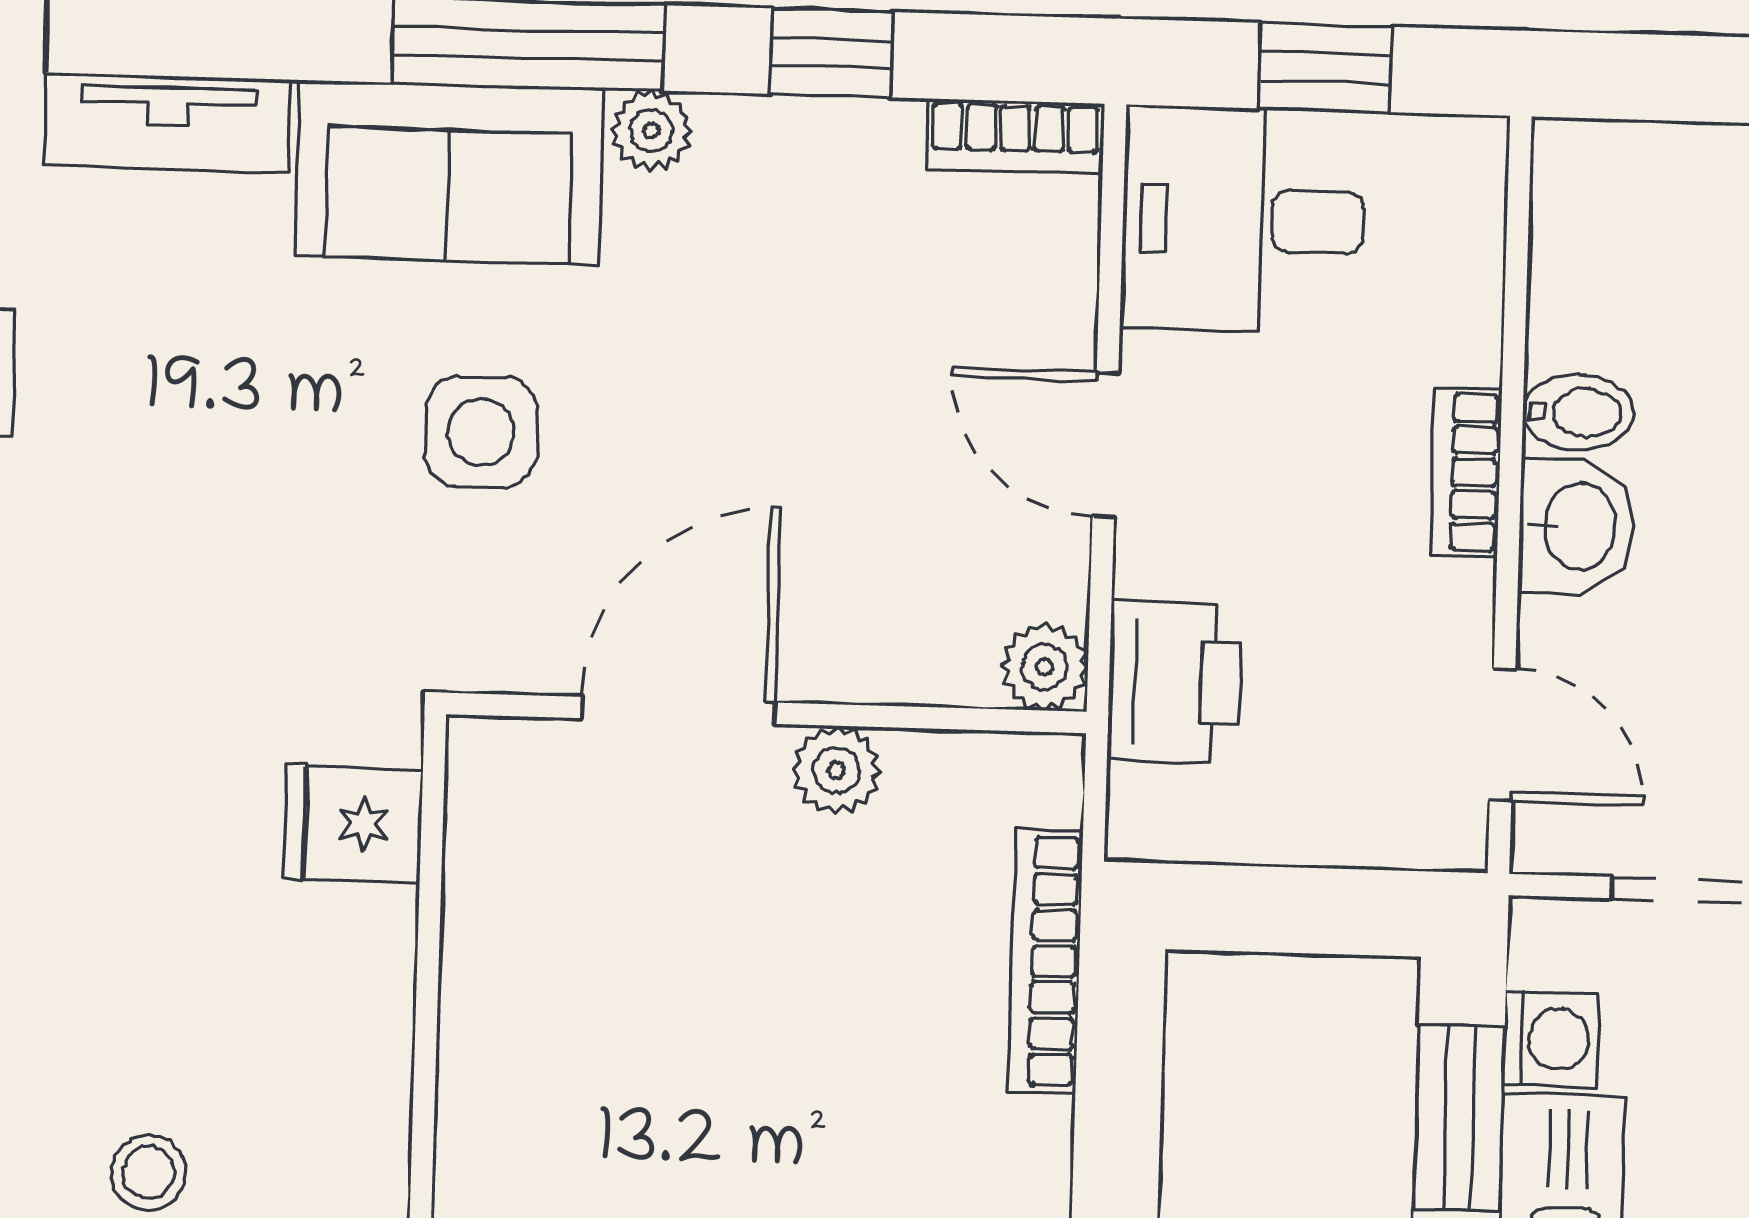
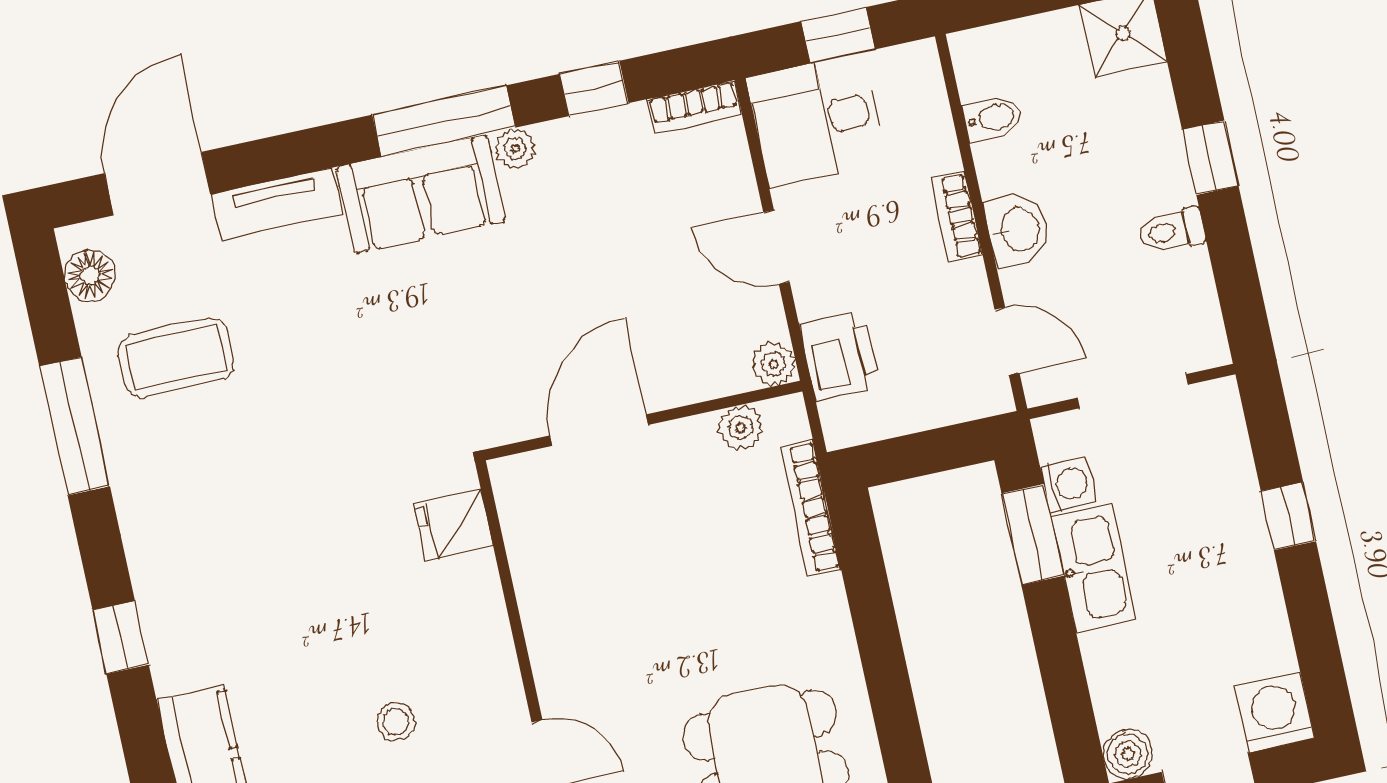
bidet: (1578, 412) -> (993, 118), moved
side table: (481, 432) -> (468, 317), removed
plant: (836, 770) -> (741, 428), moved

